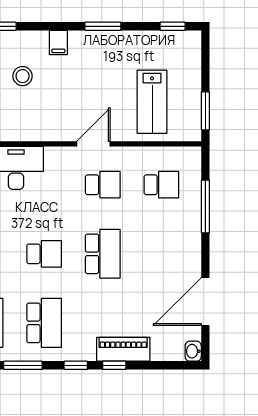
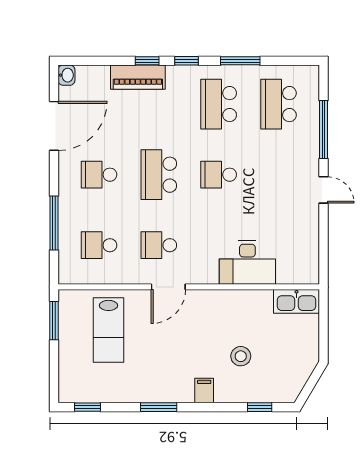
lab bench: (152, 102) -> (108, 330), turned 180
school desk: (161, 254) -> (99, 175), added

